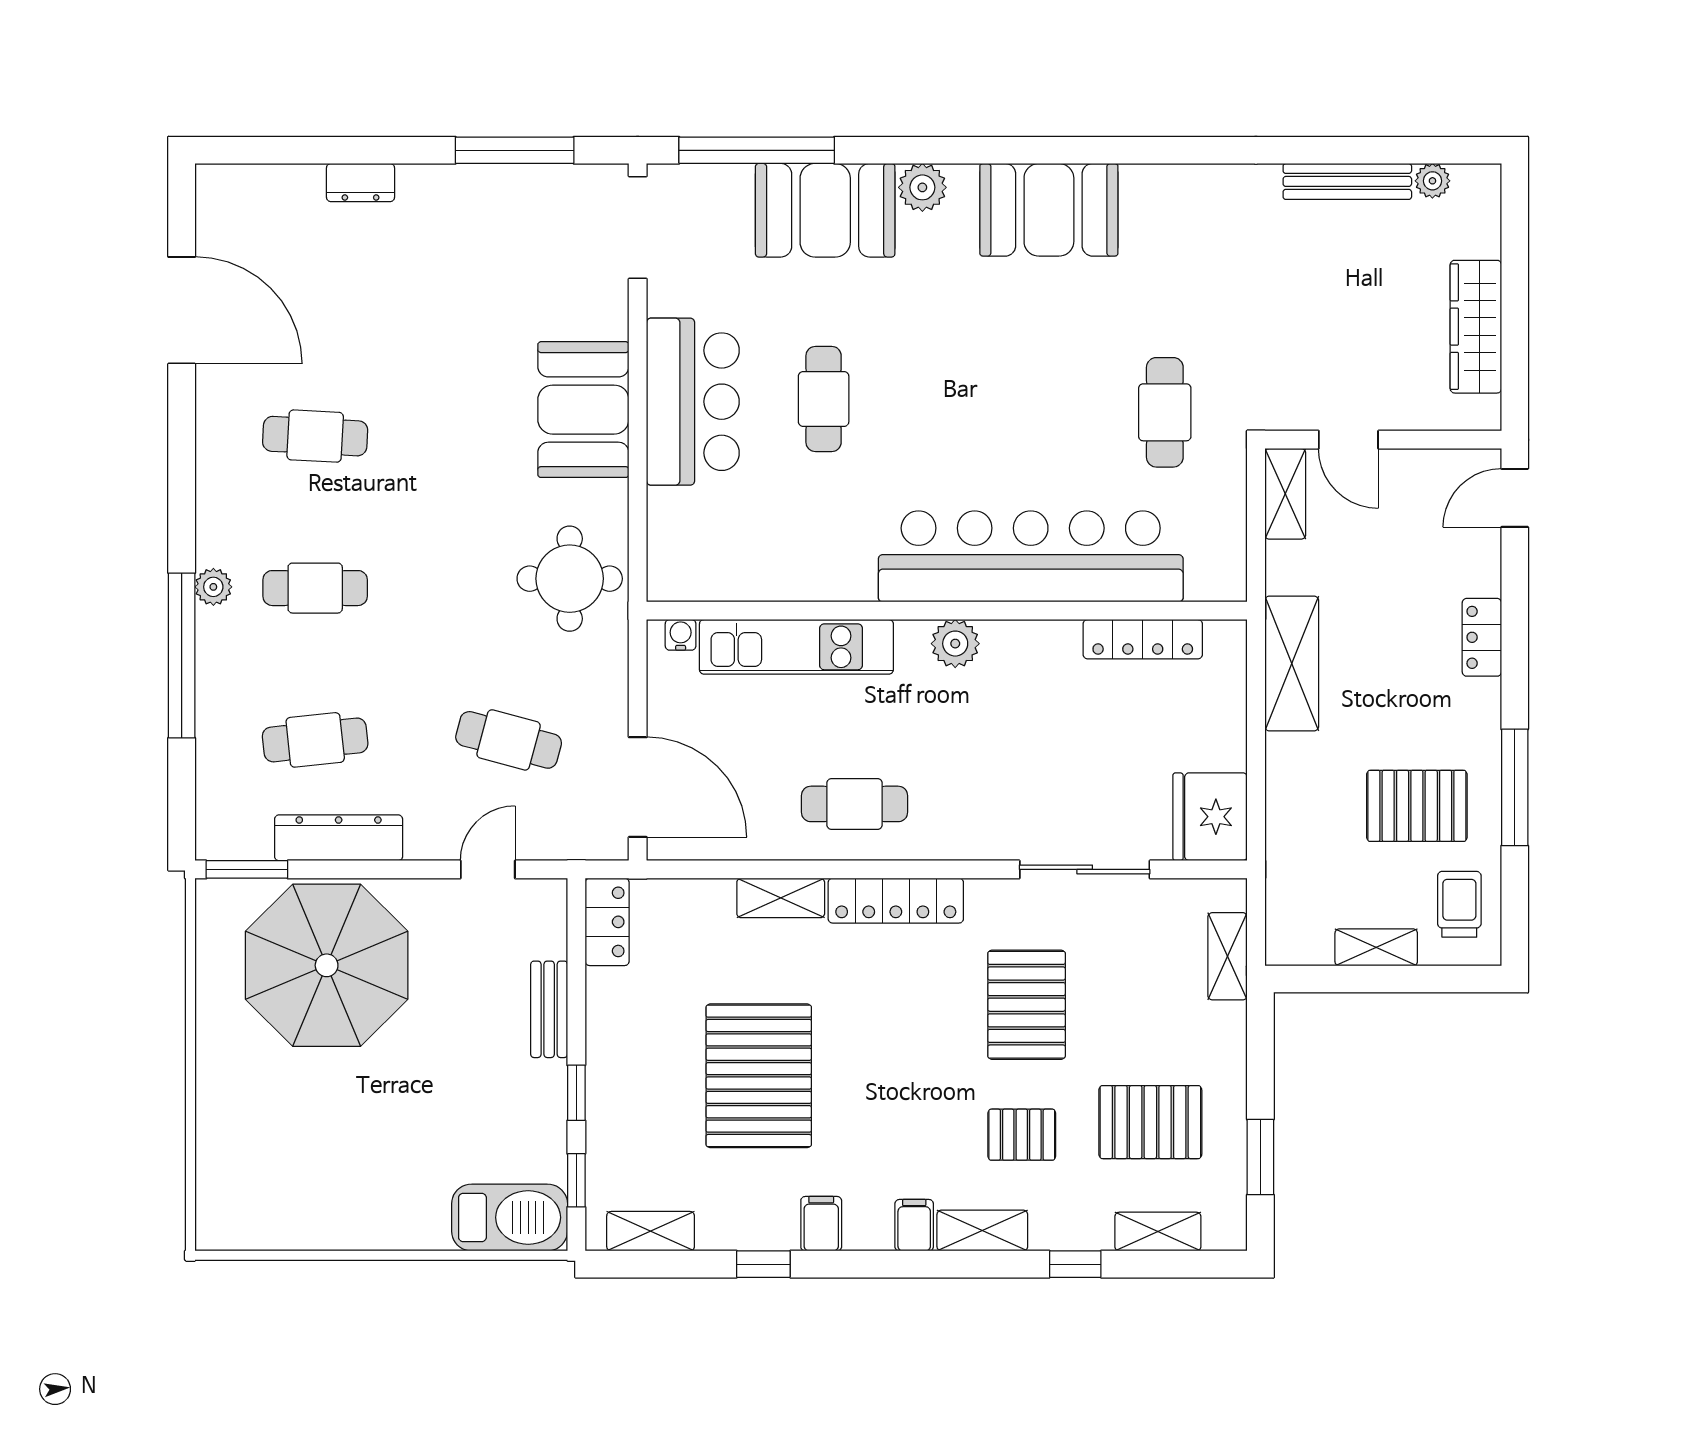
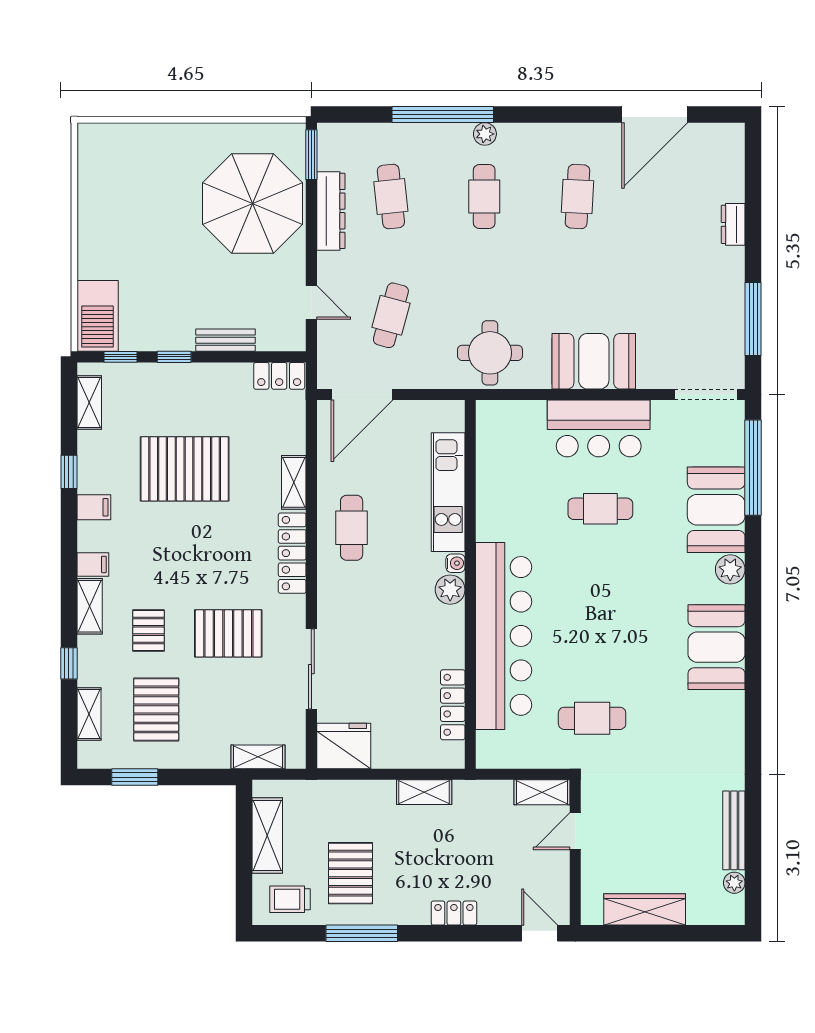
water cooler: (681, 635) -> (455, 563), moved
shelving: (1292, 663) -> (424, 792), width x0.67, depth x0.75
trolley: (1459, 904) -> (290, 899), turned 180
shelving: (1376, 947) -> (267, 835), width x1.50, depth x1.33

